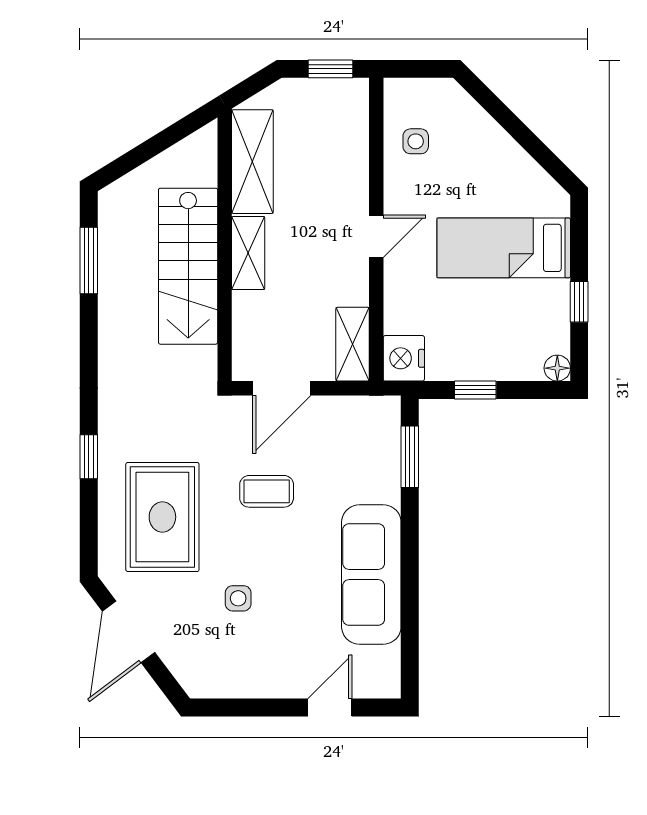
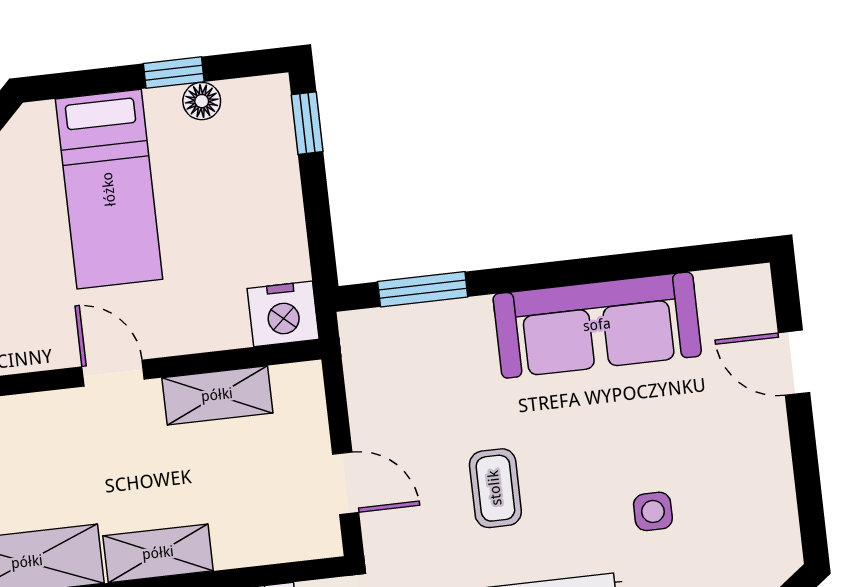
shelving: (353, 344) -> (217, 395), moved
floor lamp: (557, 368) -> (202, 101), moved
door: (282, 388) -> (346, 483), width x0.73
window: (475, 390) -> (307, 123), moved

